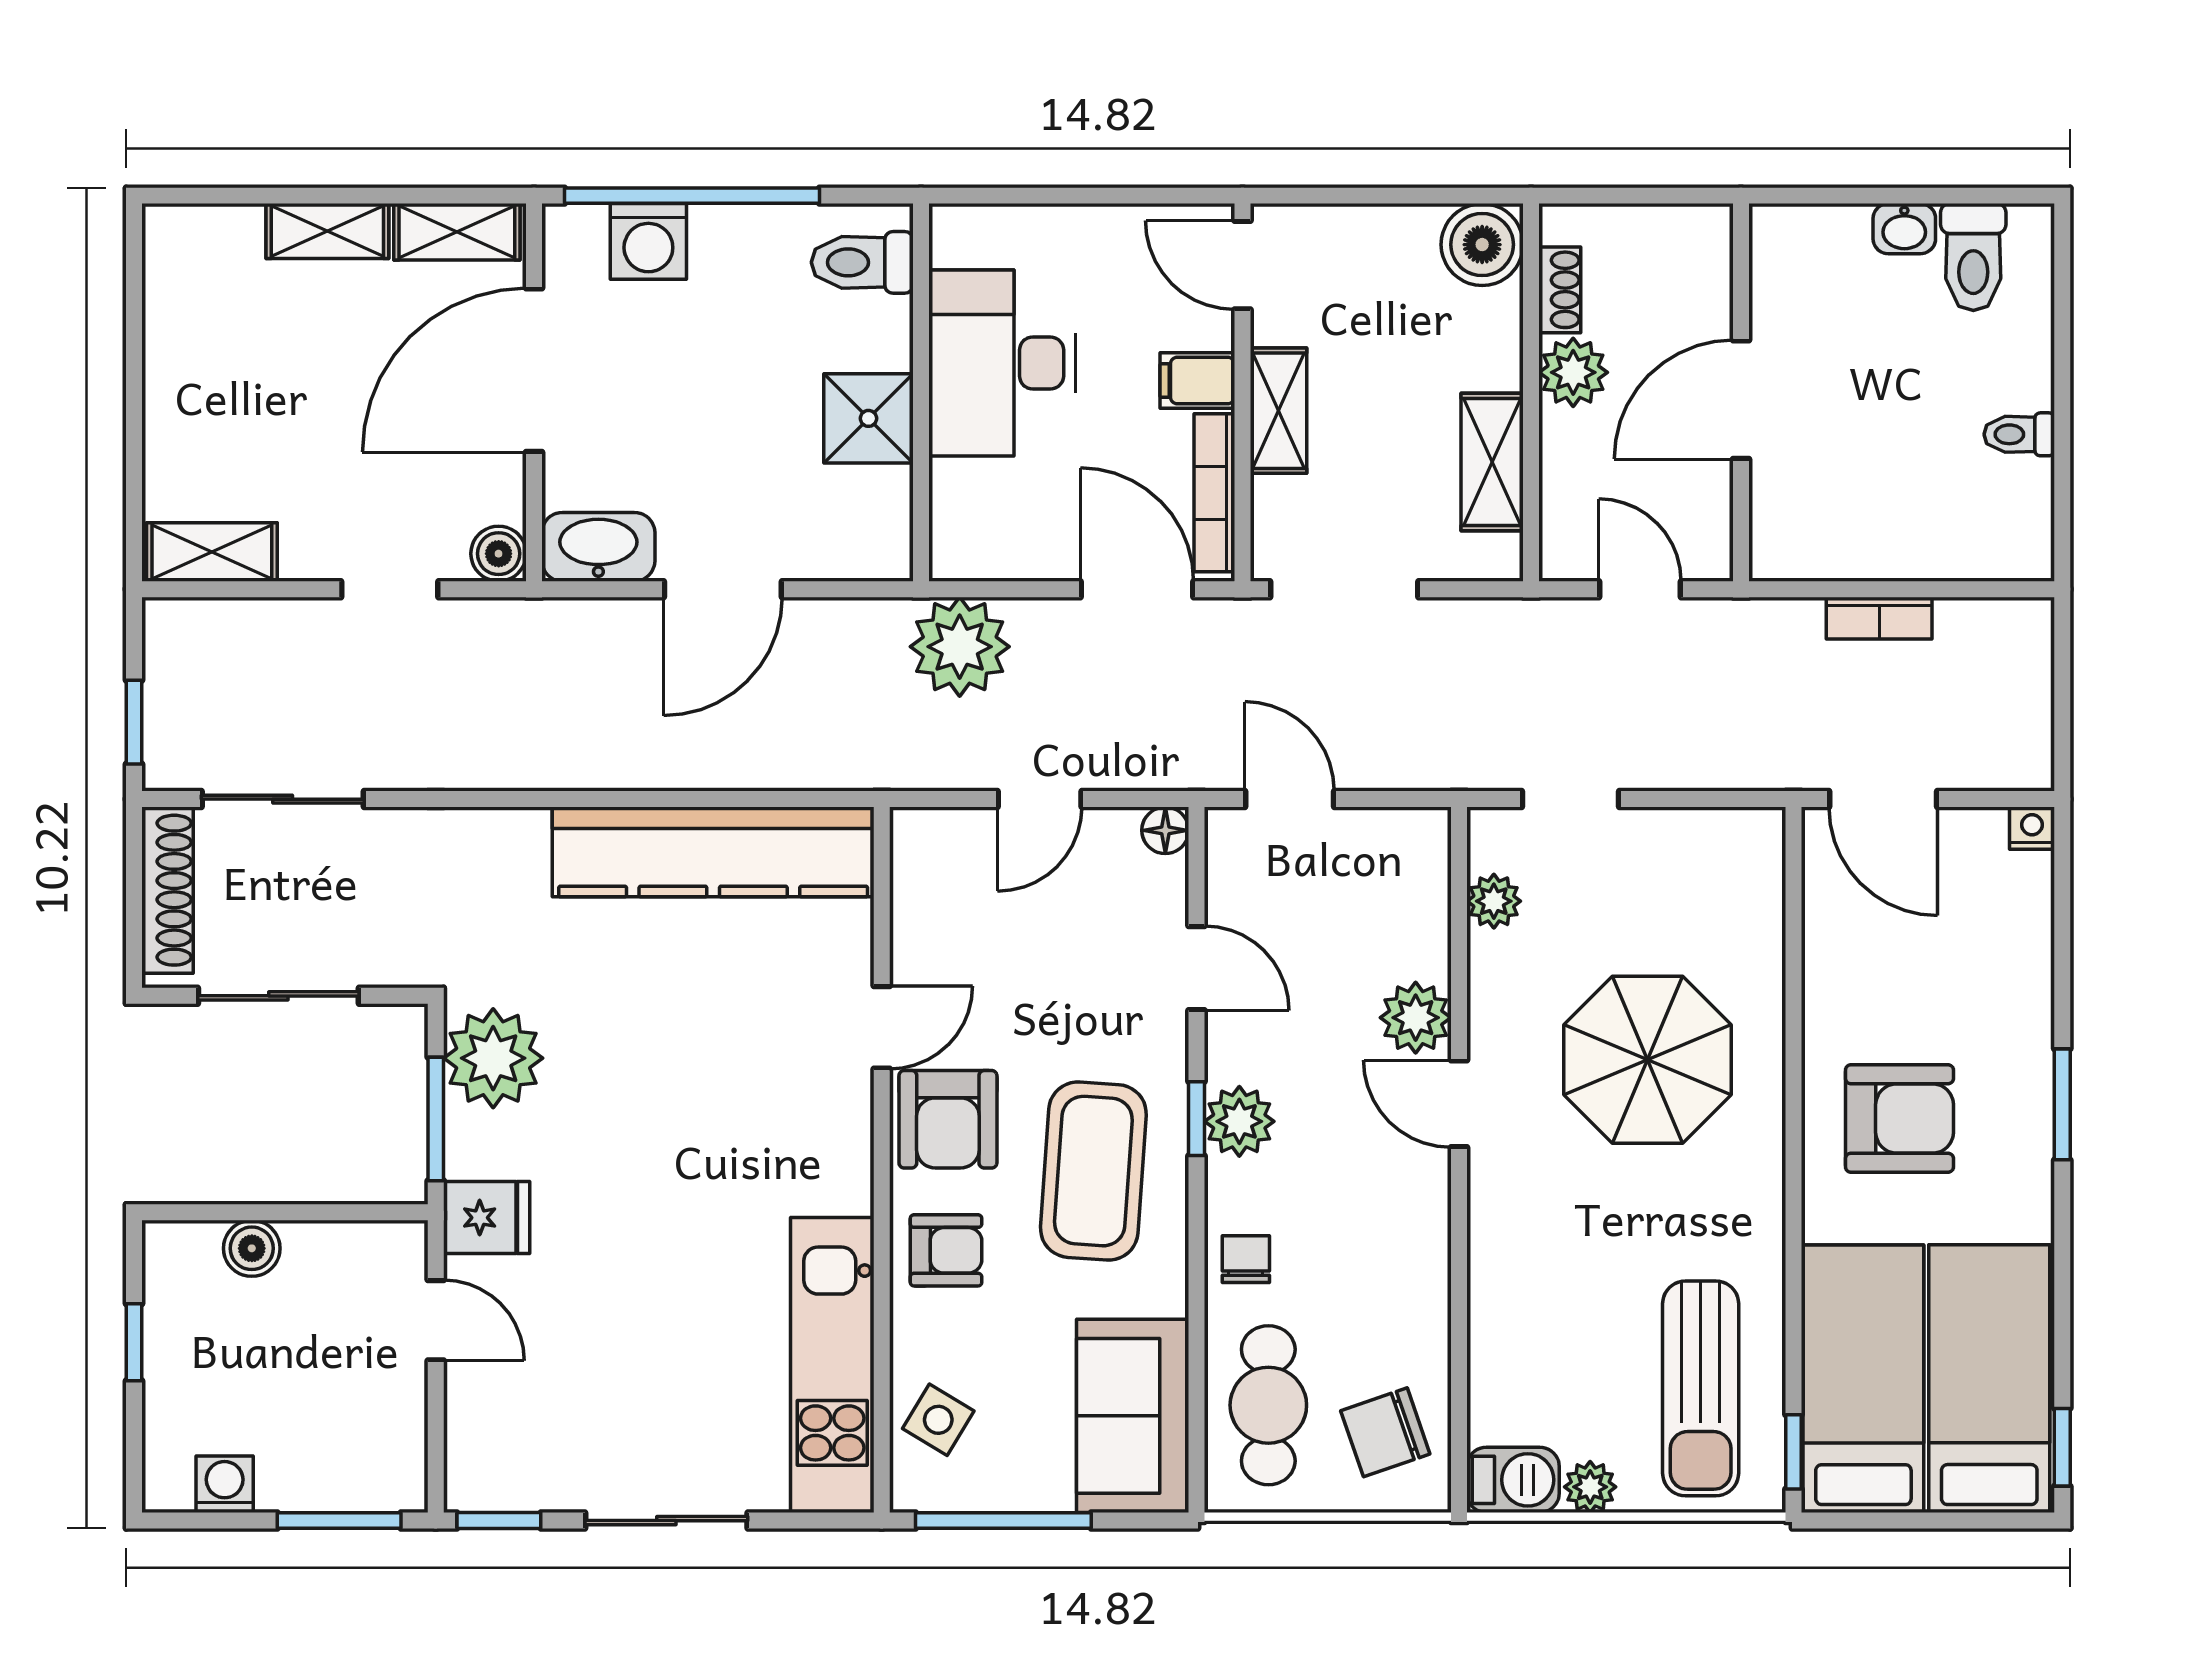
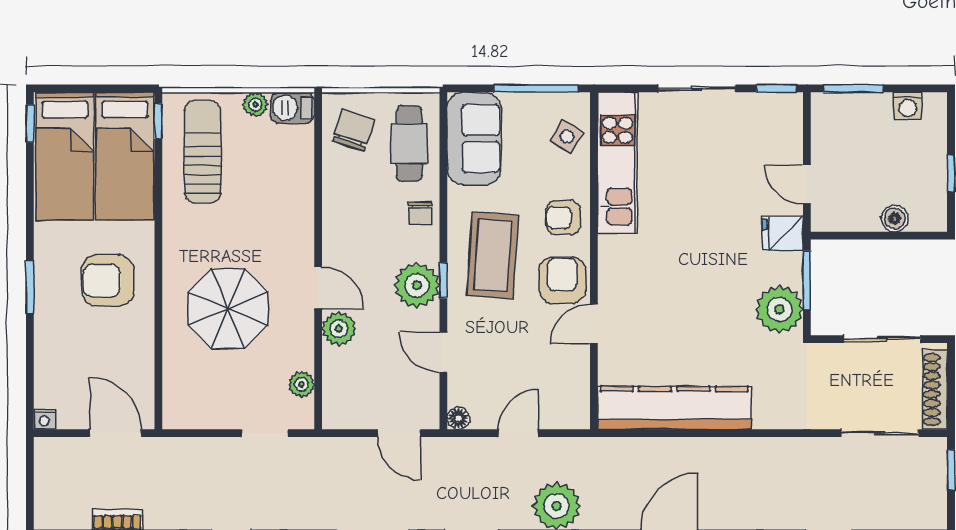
plant: (1239, 1121) -> (417, 285), width x1.36, depth x1.36
chair: (1385, 1432) -> (353, 131), turned -53

